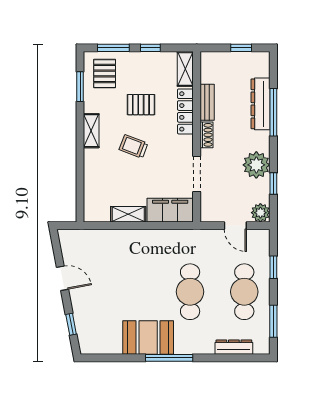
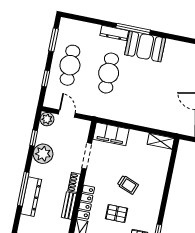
shelving: (91, 131) -> (156, 202), removed
shelving: (128, 214) -> (161, 141), moved
dresser: (234, 347) -> (114, 33), moved

